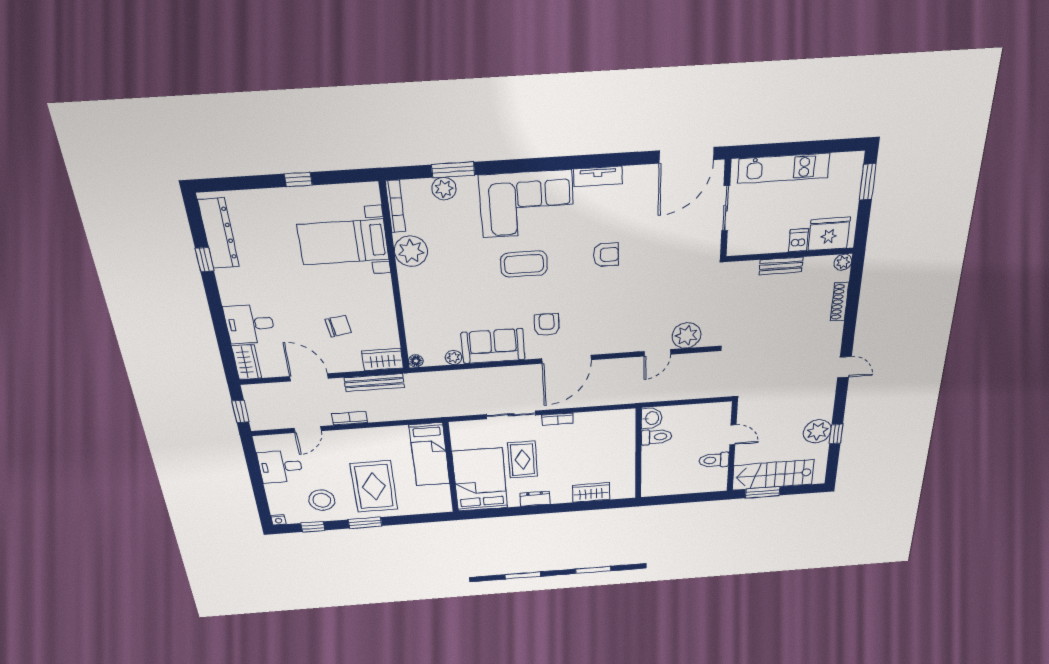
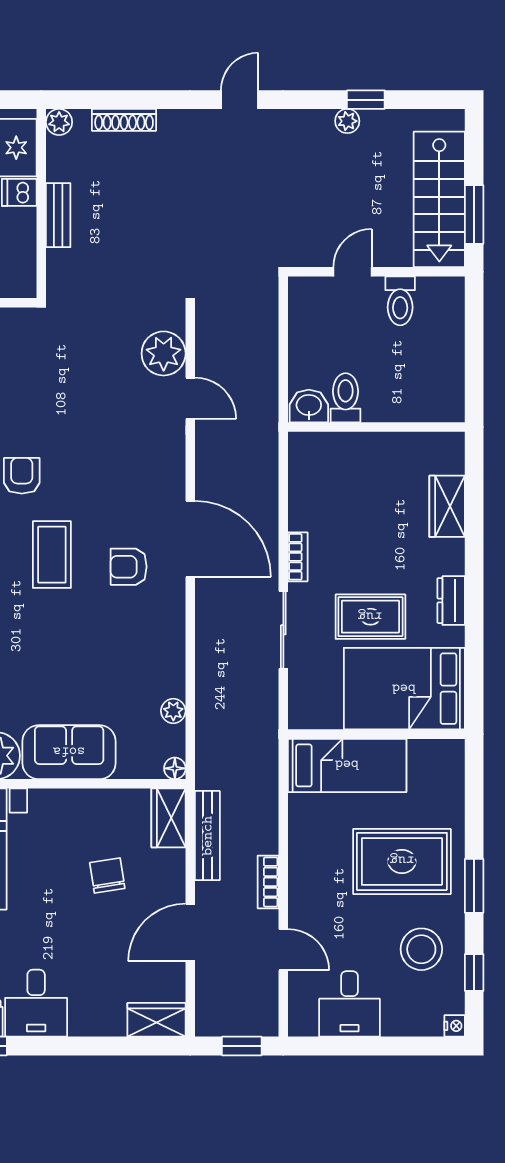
coffee table: (524, 264) -> (52, 555), moved
desk: (250, 324) -> (36, 1003), moved
sofa: (493, 346) -> (69, 752), moved, turned 90
plant: (817, 431) -> (347, 121), width x0.53, depth x0.53

